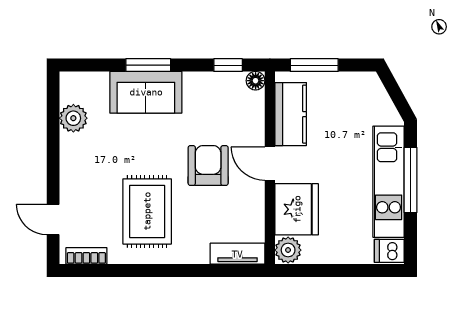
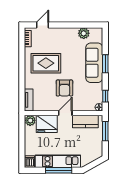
sofa: (146, 92) -> (94, 63), width x1.36
armchair: (208, 166) -> (64, 88), turned 90

